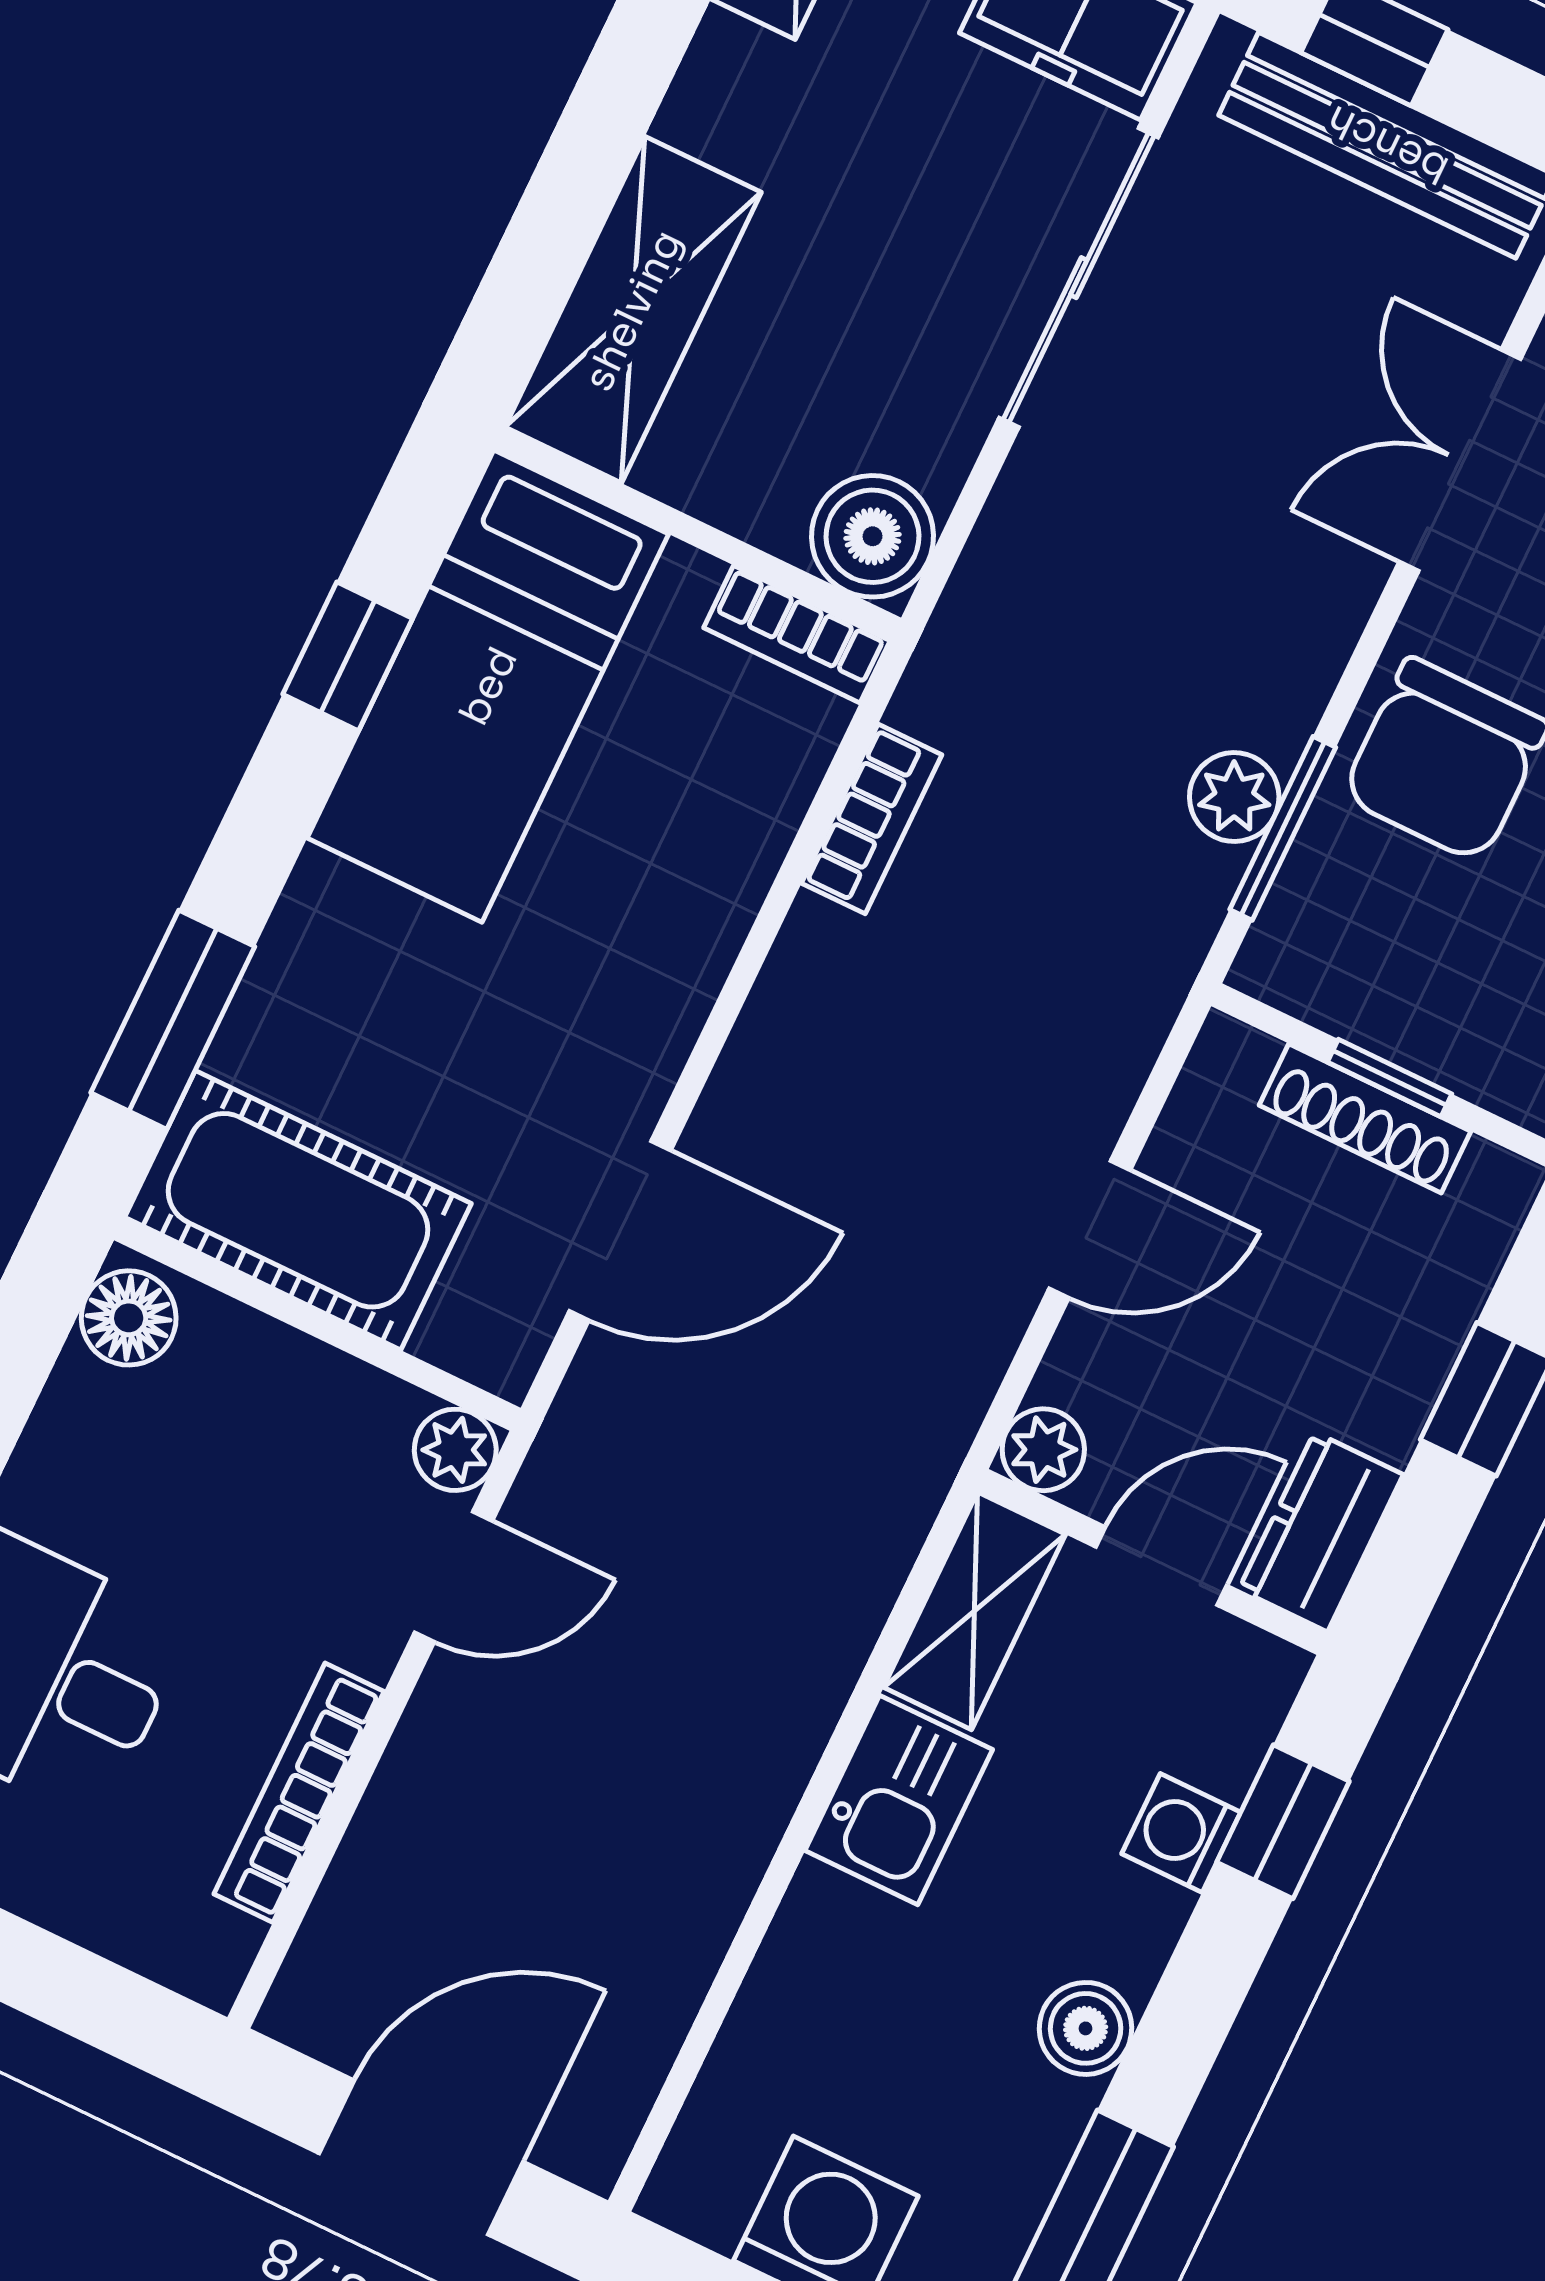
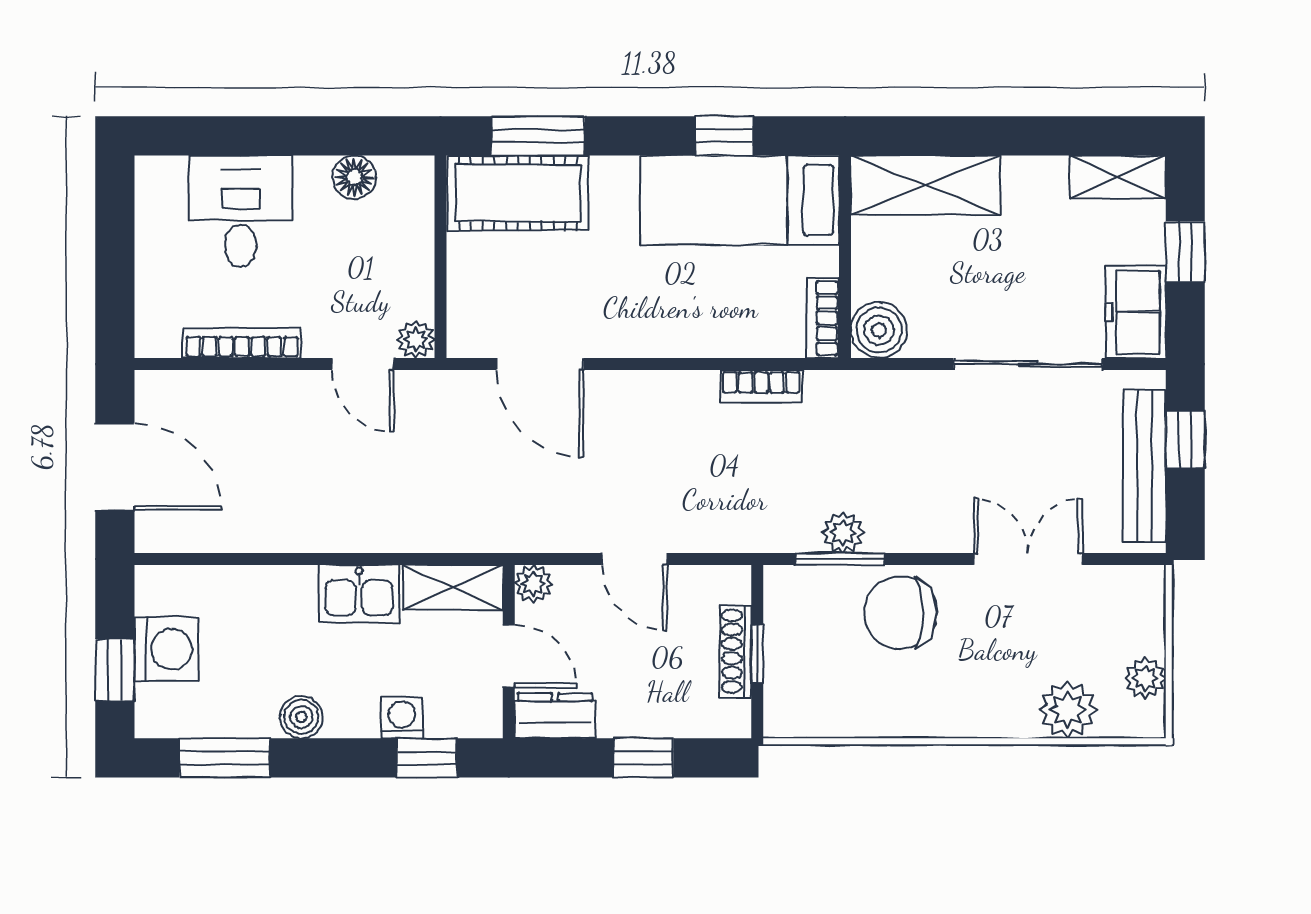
cot: (298, 1210) -> (518, 193), moved, turned 90
floor lamp: (129, 1318) -> (354, 177), moved

